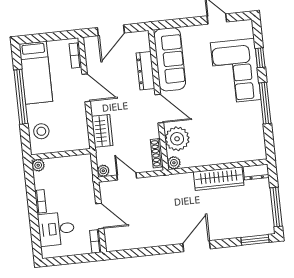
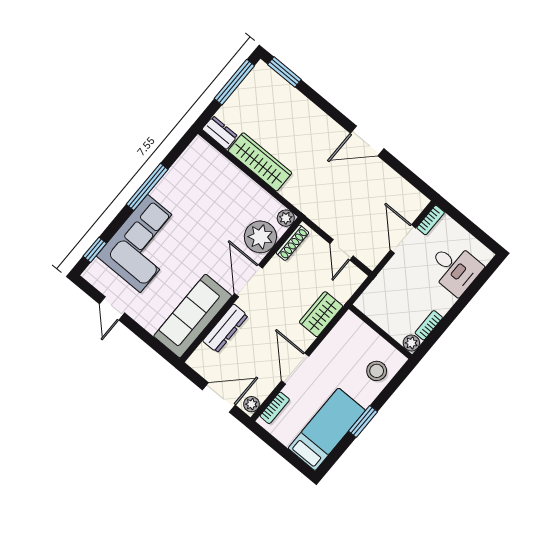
window: (260, 58) -> (95, 250), moved
window: (21, 97) -> (363, 421), width x0.47
plant: (103, 171) -> (251, 404), moved
bookcase: (40, 201) -> (429, 325), moved
door: (197, 246) -> (367, 141), moved

